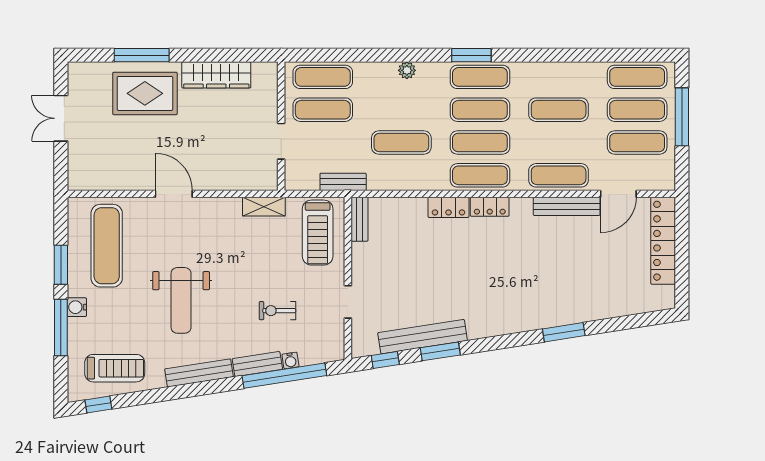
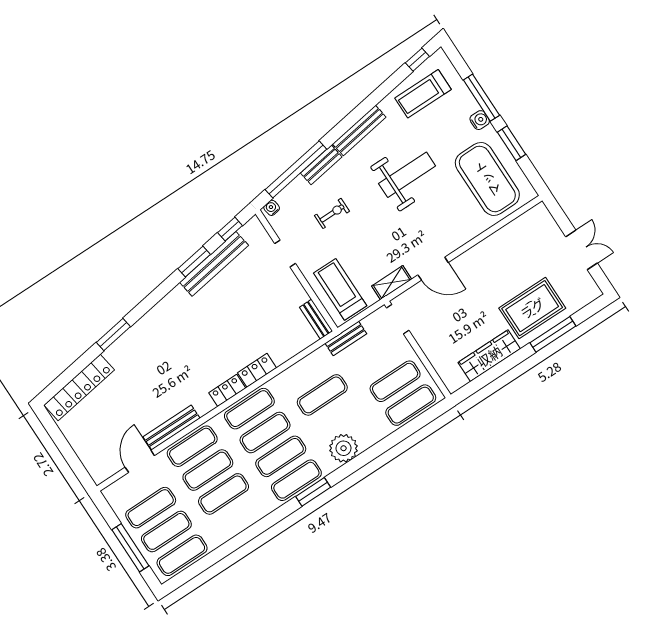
plant: (407, 70) -> (344, 448), width x1.88, depth x1.88
doorway: (281, 141) -> (398, 319), moved
exercise mat: (559, 143) -> (208, 470), added
door: (174, 194) -> (433, 269), moved
locker: (663, 241) -> (79, 387), moved, turned 81
exercise mat: (107, 246) -> (487, 179), width x1.47
weight bench: (181, 300) -> (407, 175), turned 90
water cooler: (290, 360) -> (272, 208), moved

